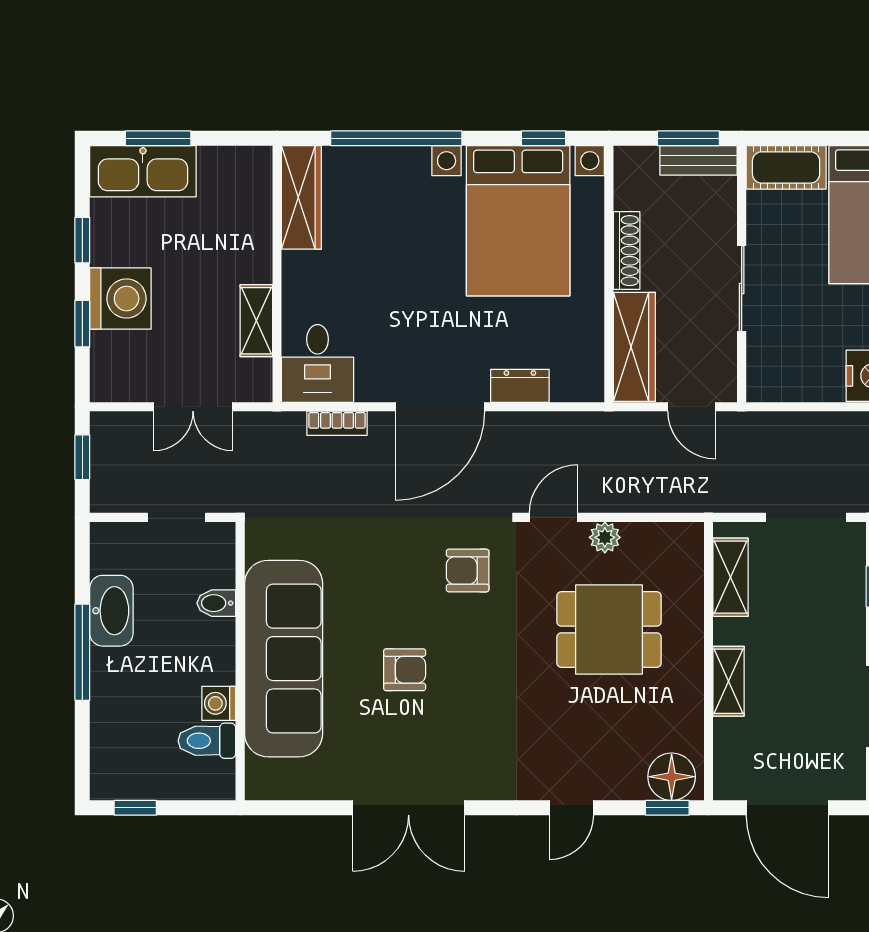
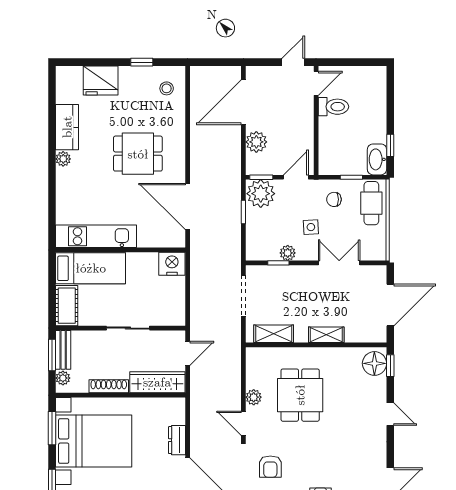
window: (544, 138) -> (52, 428), width x1.50
plant: (643, 160) -> (63, 378), added

